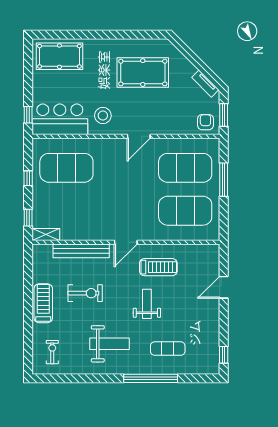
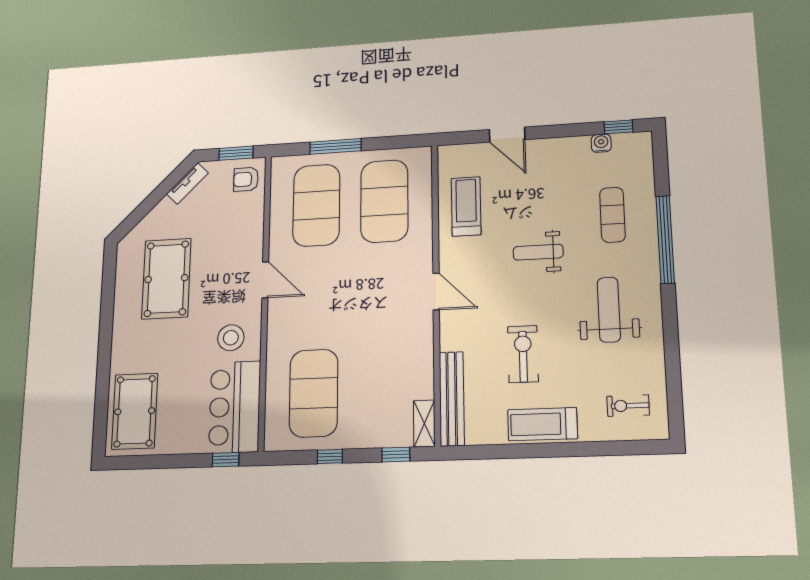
bench: (81, 251) -> (452, 399), moved
treadmill: (158, 267) -> (466, 206), moved
water cooler: (214, 344) -> (601, 143), added

